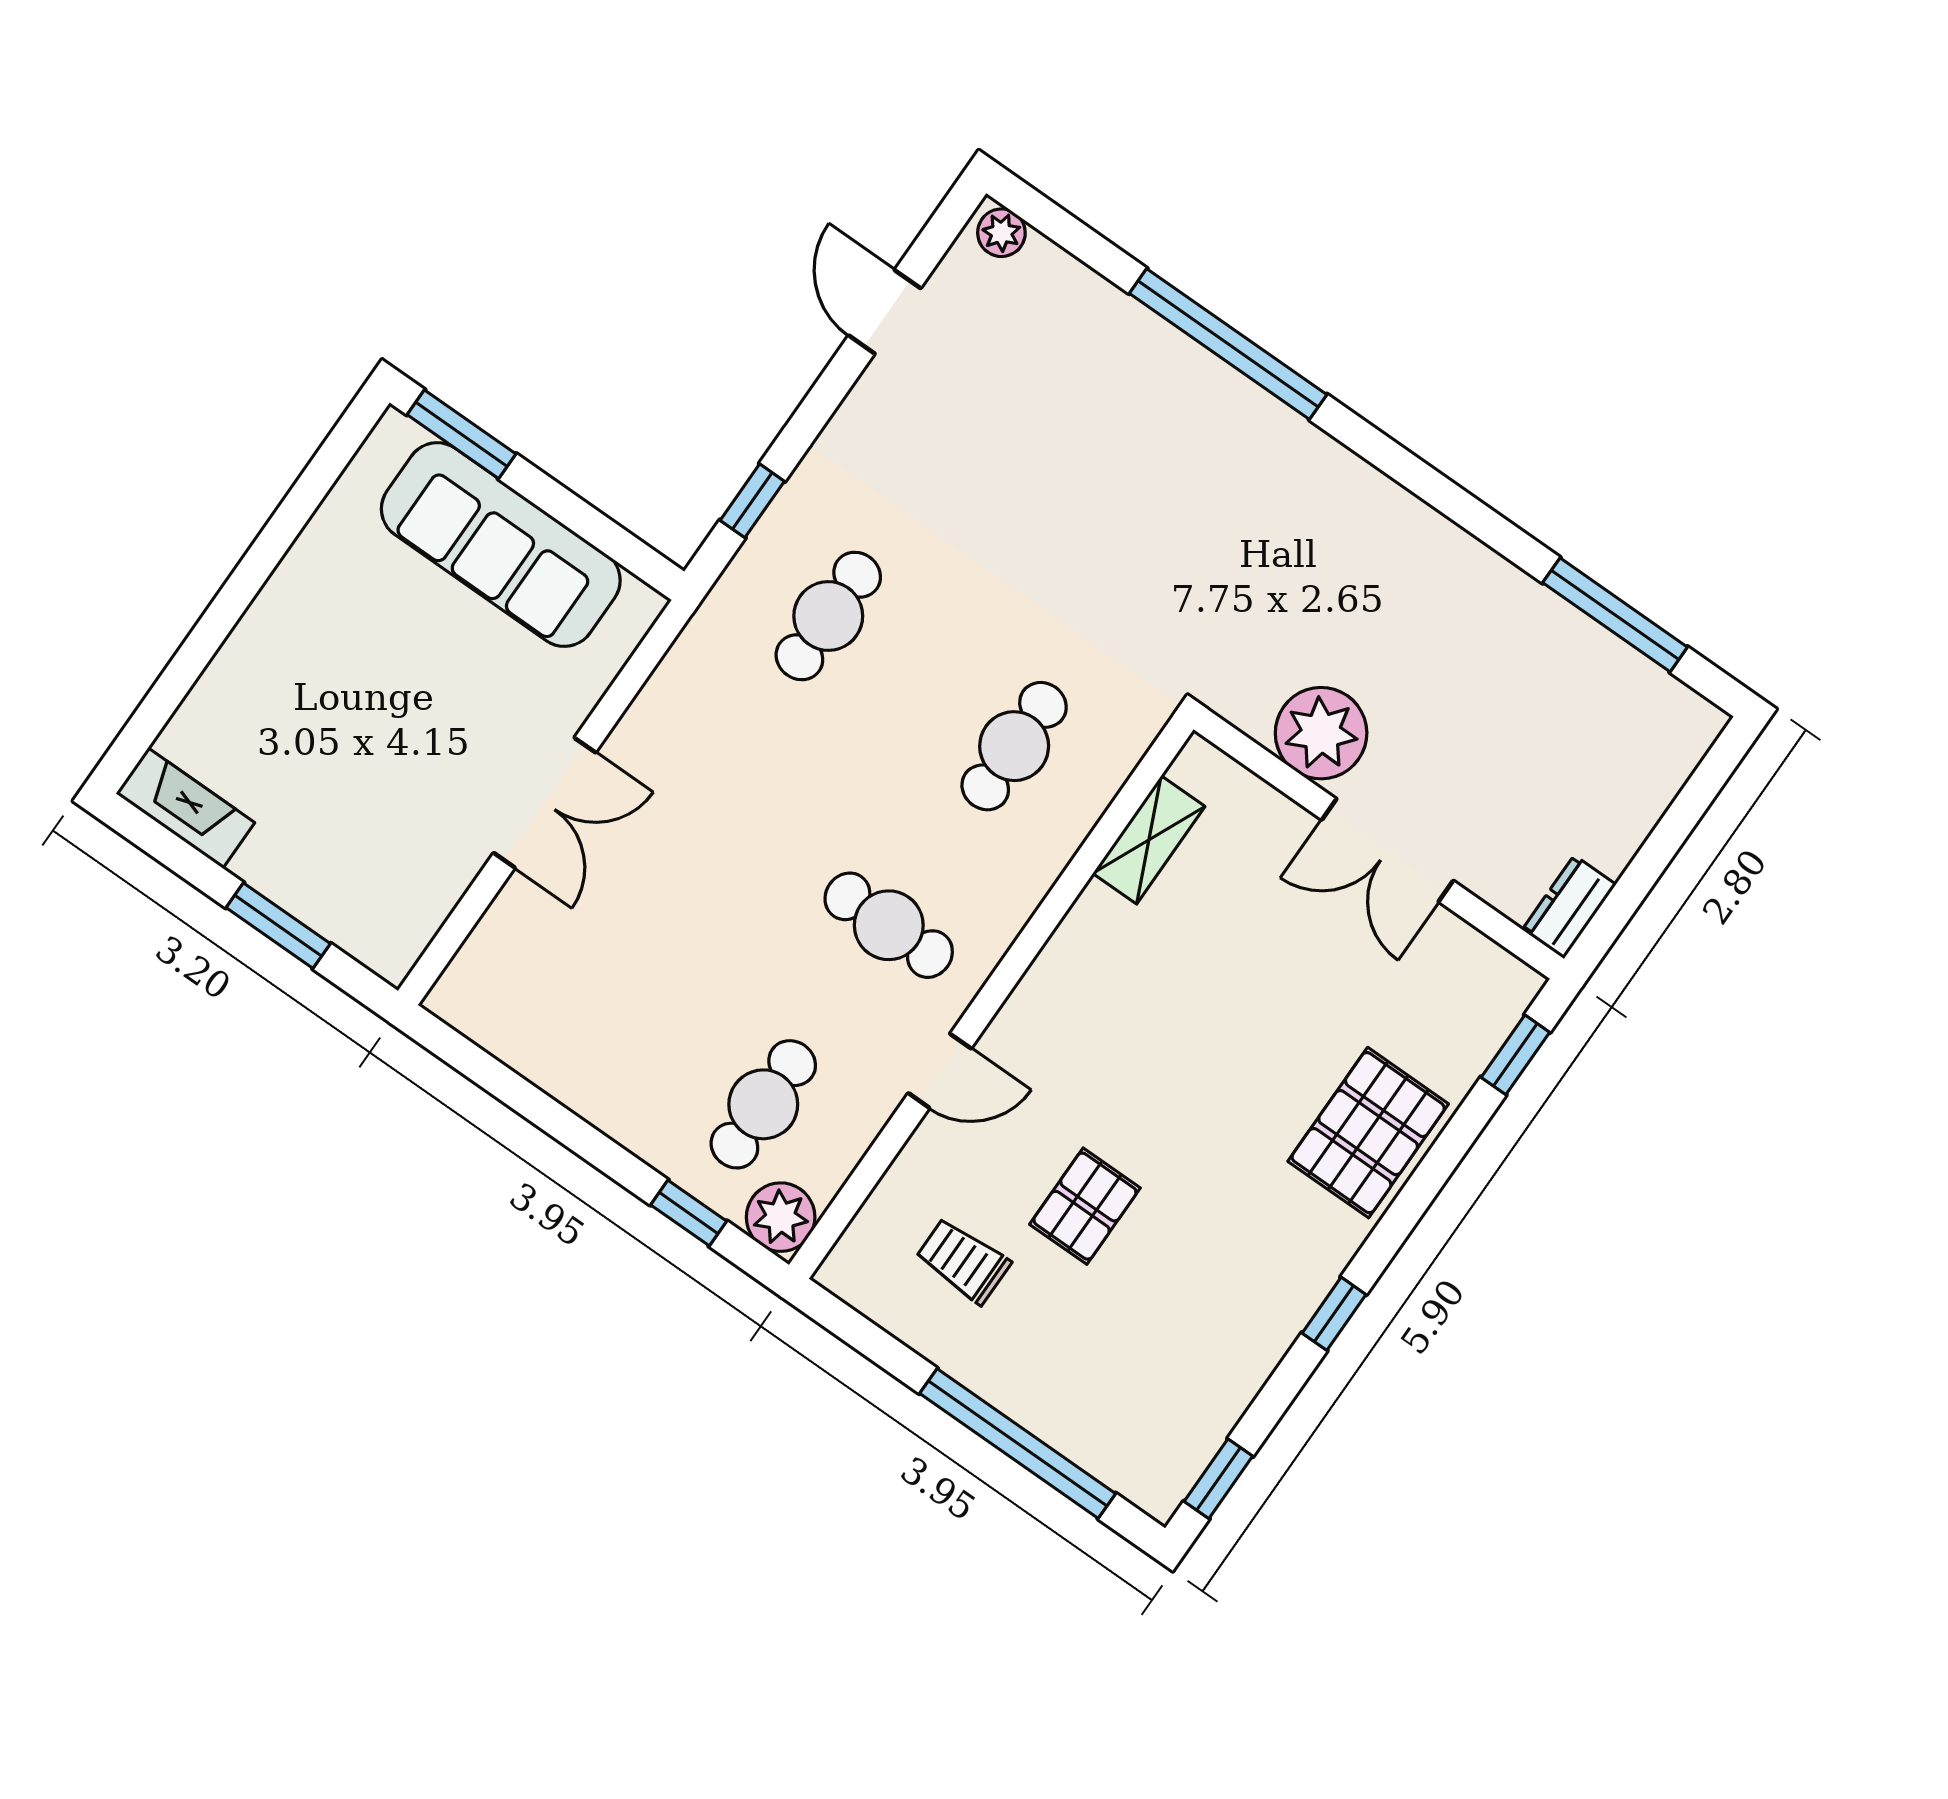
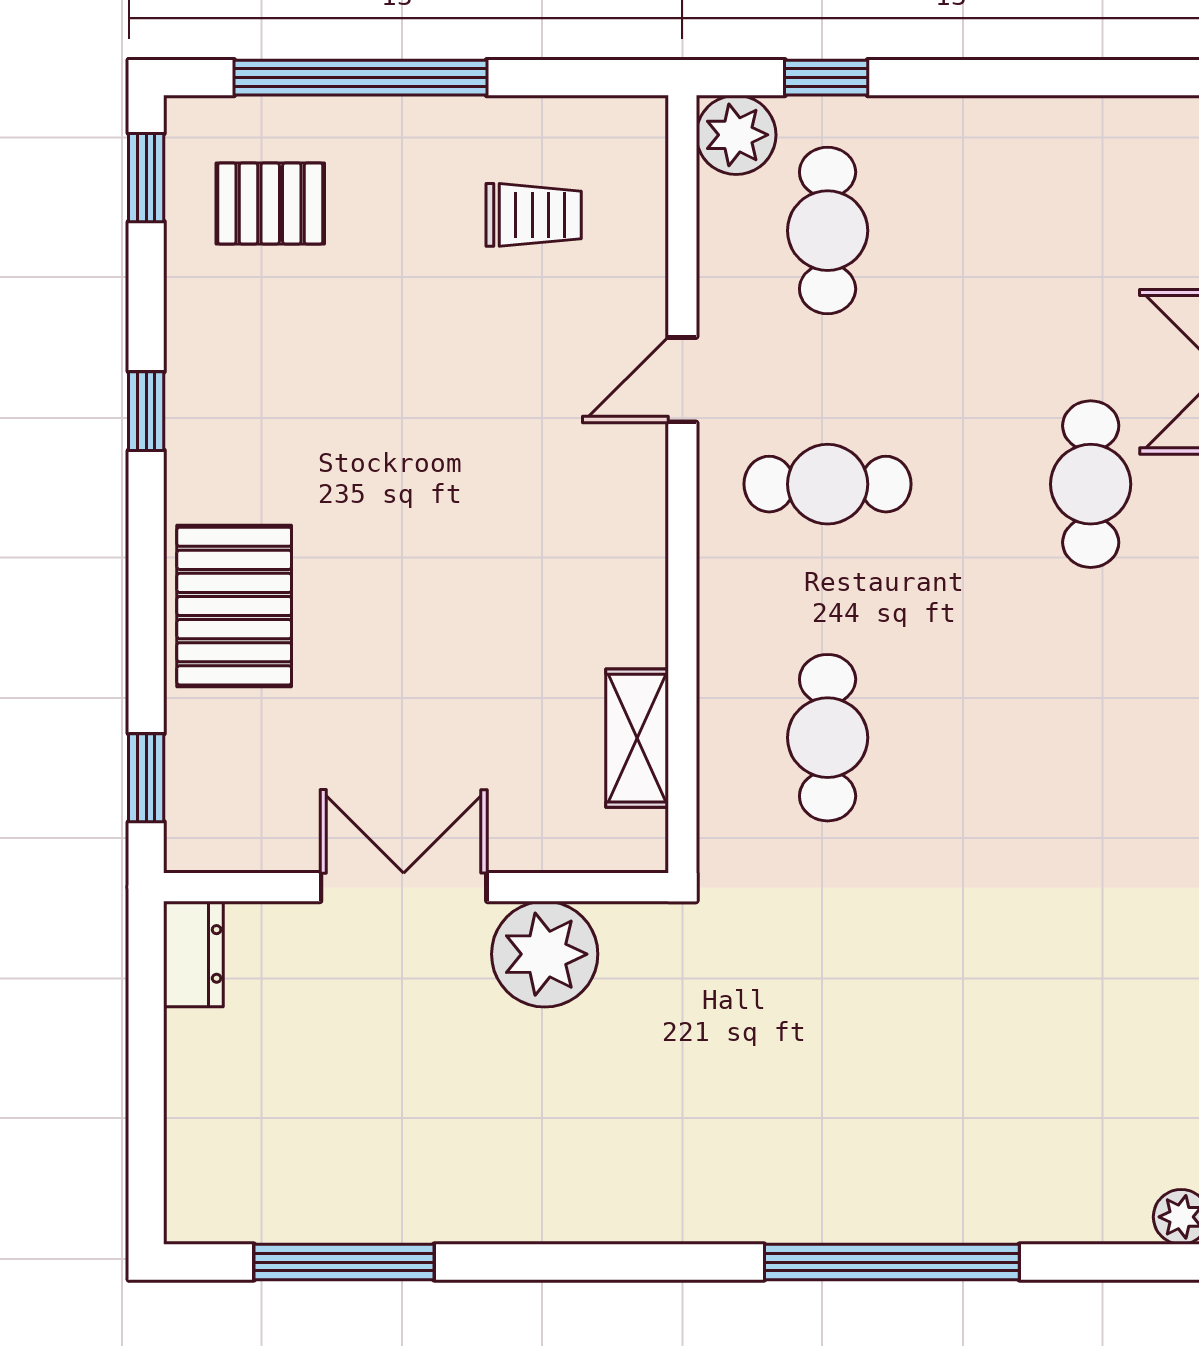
cafe table: (828, 616) -> (1091, 484), moved
pallet: (1085, 1206) -> (270, 204), moved, turned 90

